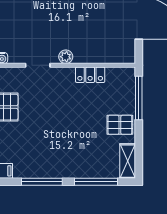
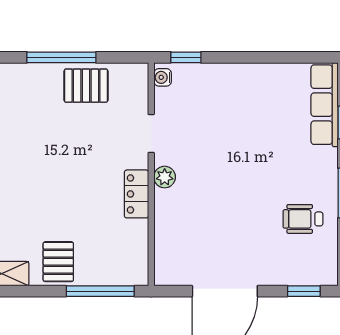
locker: (90, 75) -> (136, 194), moved

